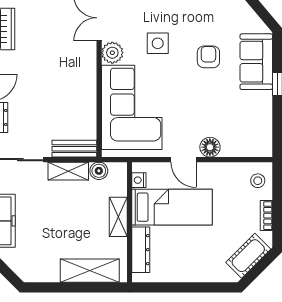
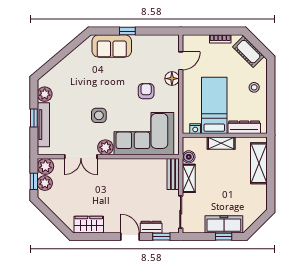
armchair: (208, 57) -> (146, 91), moved, turned 90
door: (183, 160) -> (181, 61), moved
stool: (258, 181) -> (254, 87), moved

